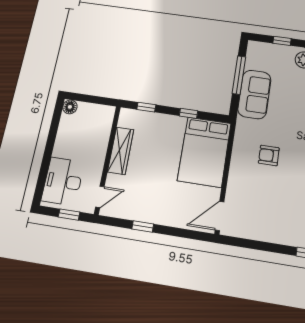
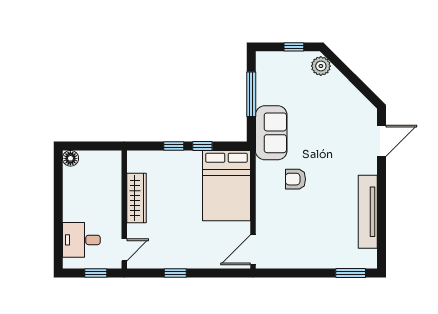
sofa: (254, 94) -> (271, 133), moved
window: (146, 107) -> (174, 146), moved
desk: (63, 181) -> (81, 240), width x0.73

